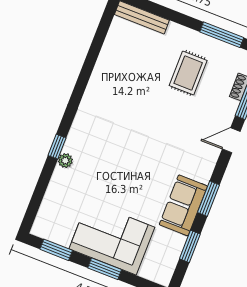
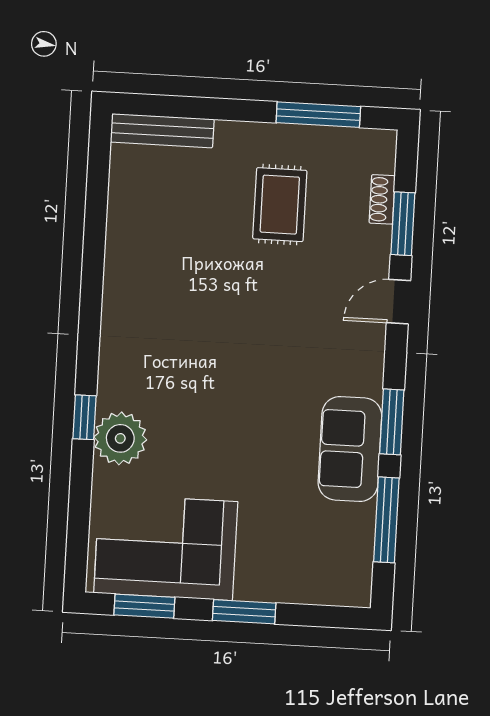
plant: (65, 161) -> (120, 438), width x1.88, depth x1.88
corner sofa: (112, 238) -> (166, 547), moved
window: (190, 246) -> (386, 520), width x1.44

